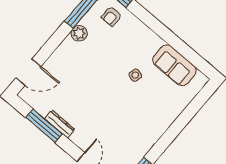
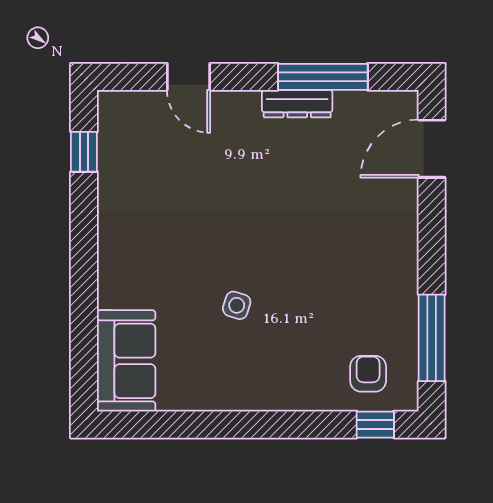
plant: (79, 33) -> (400, 295), removed
sofa: (174, 65) -> (126, 361), moved, turned 90

